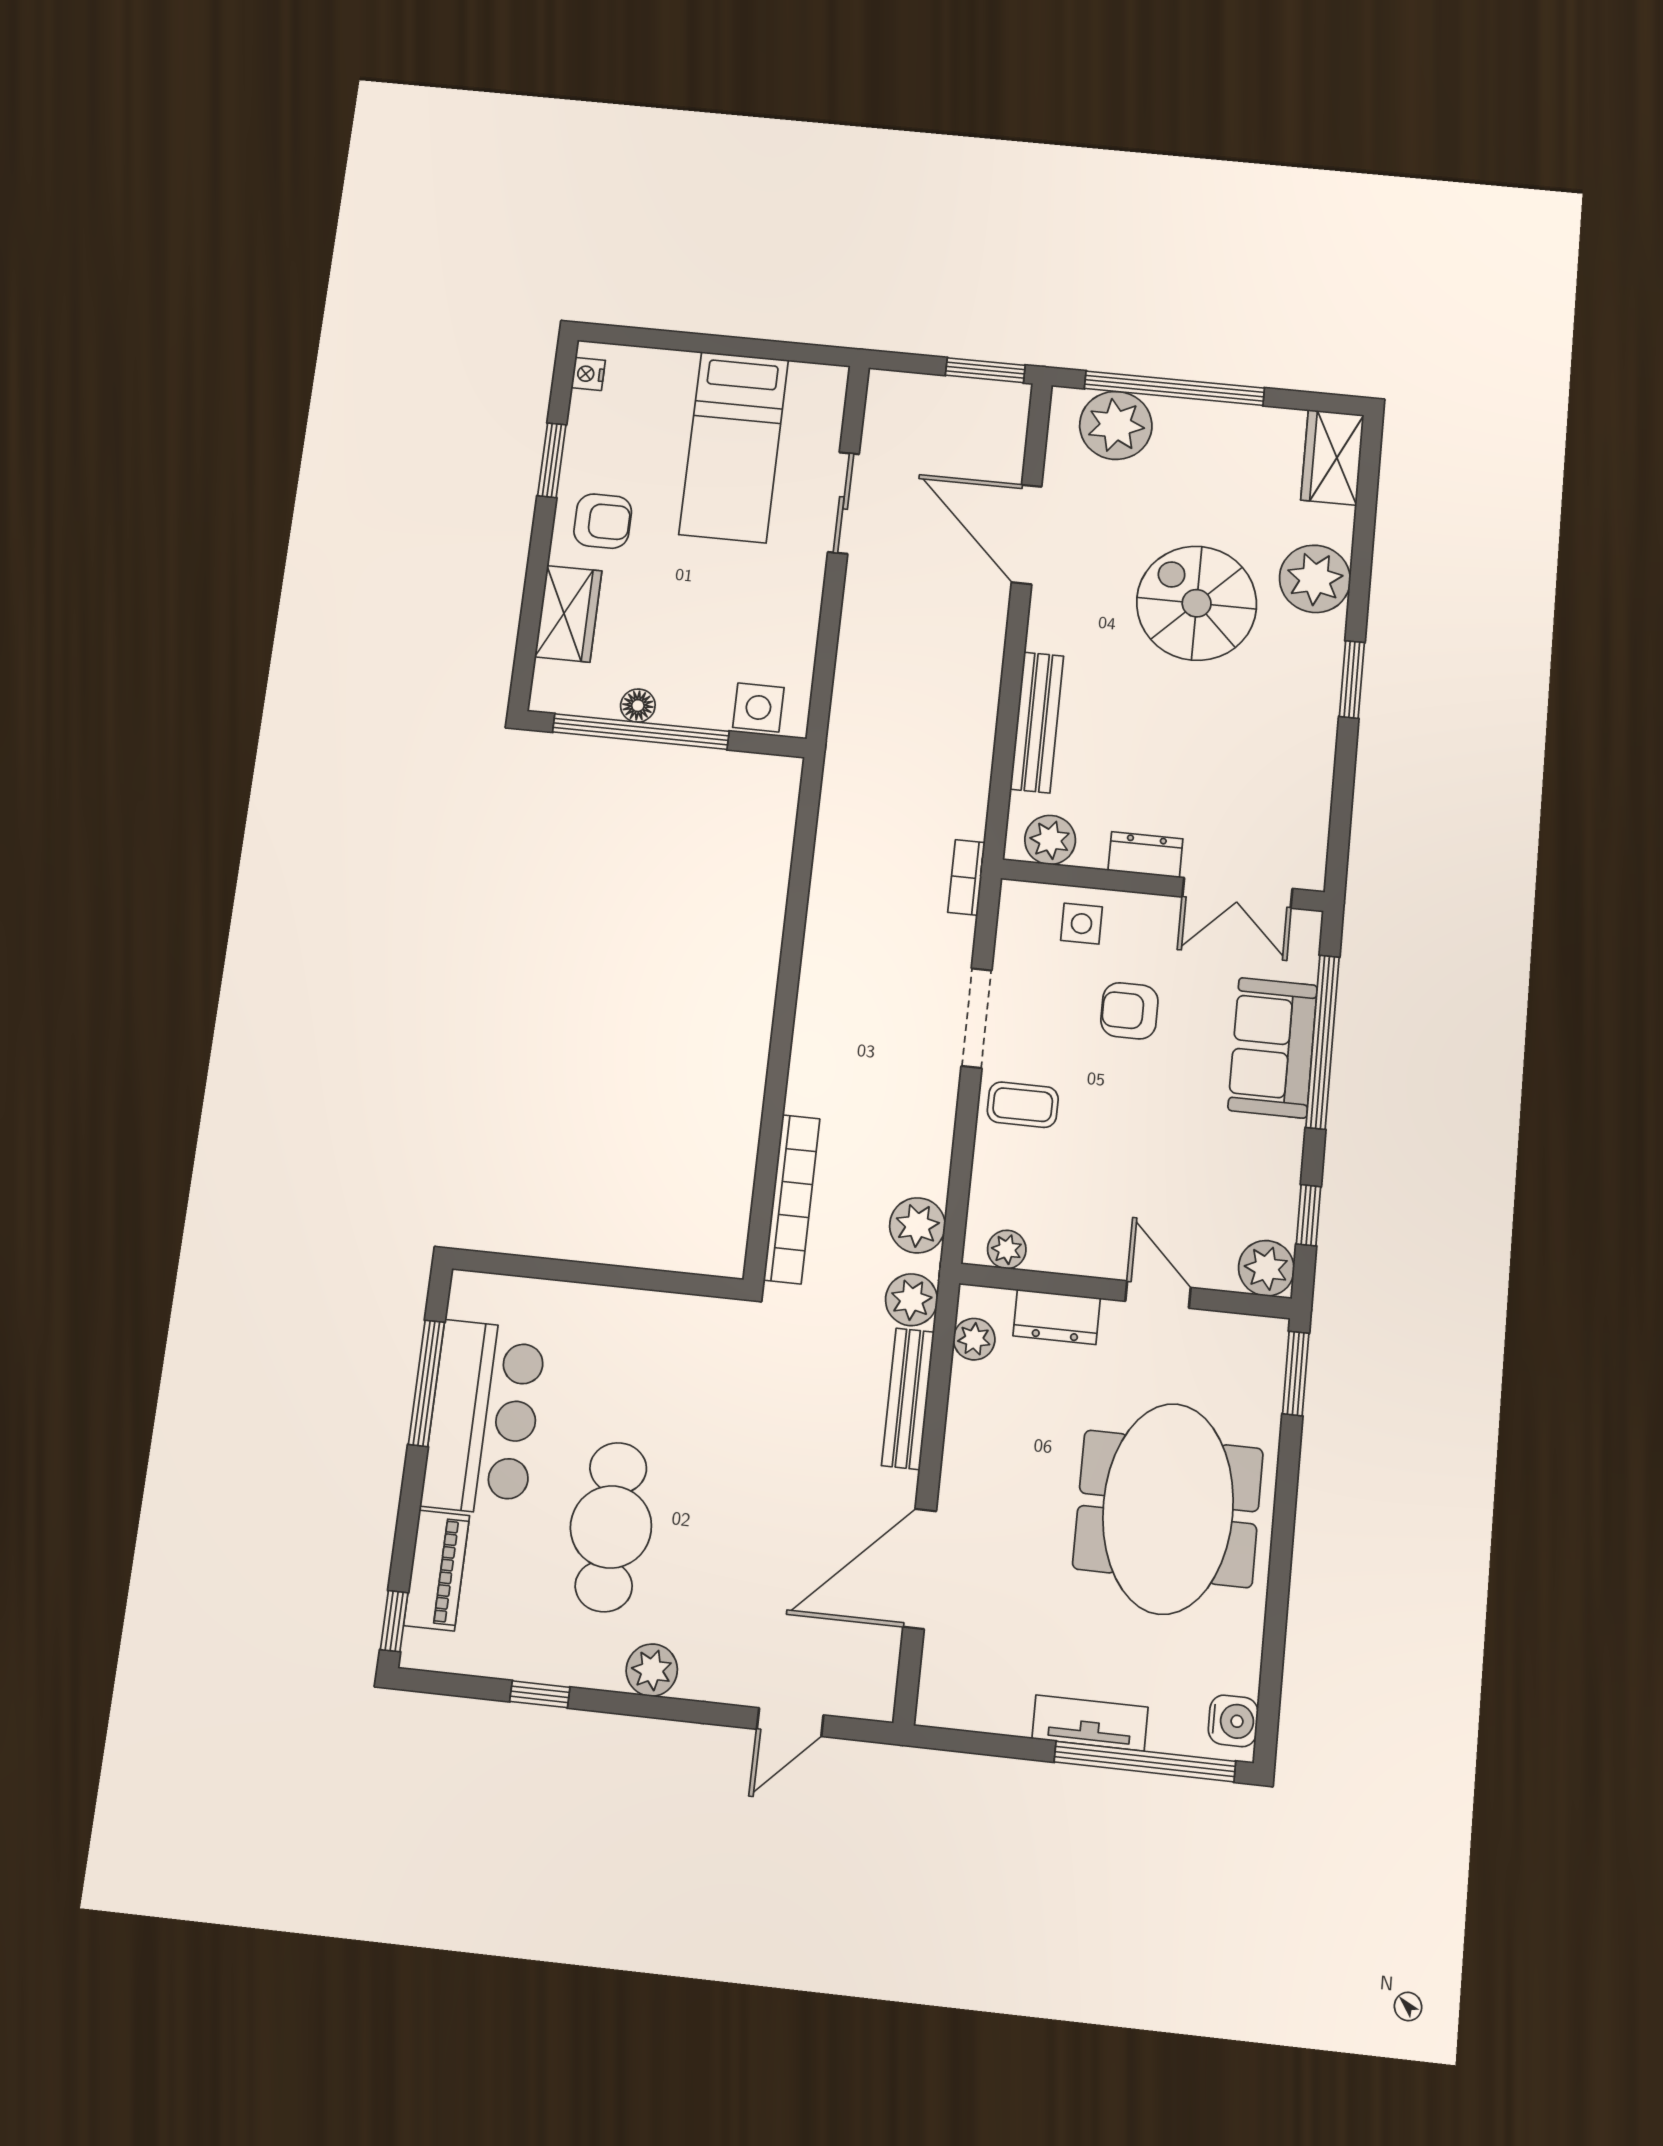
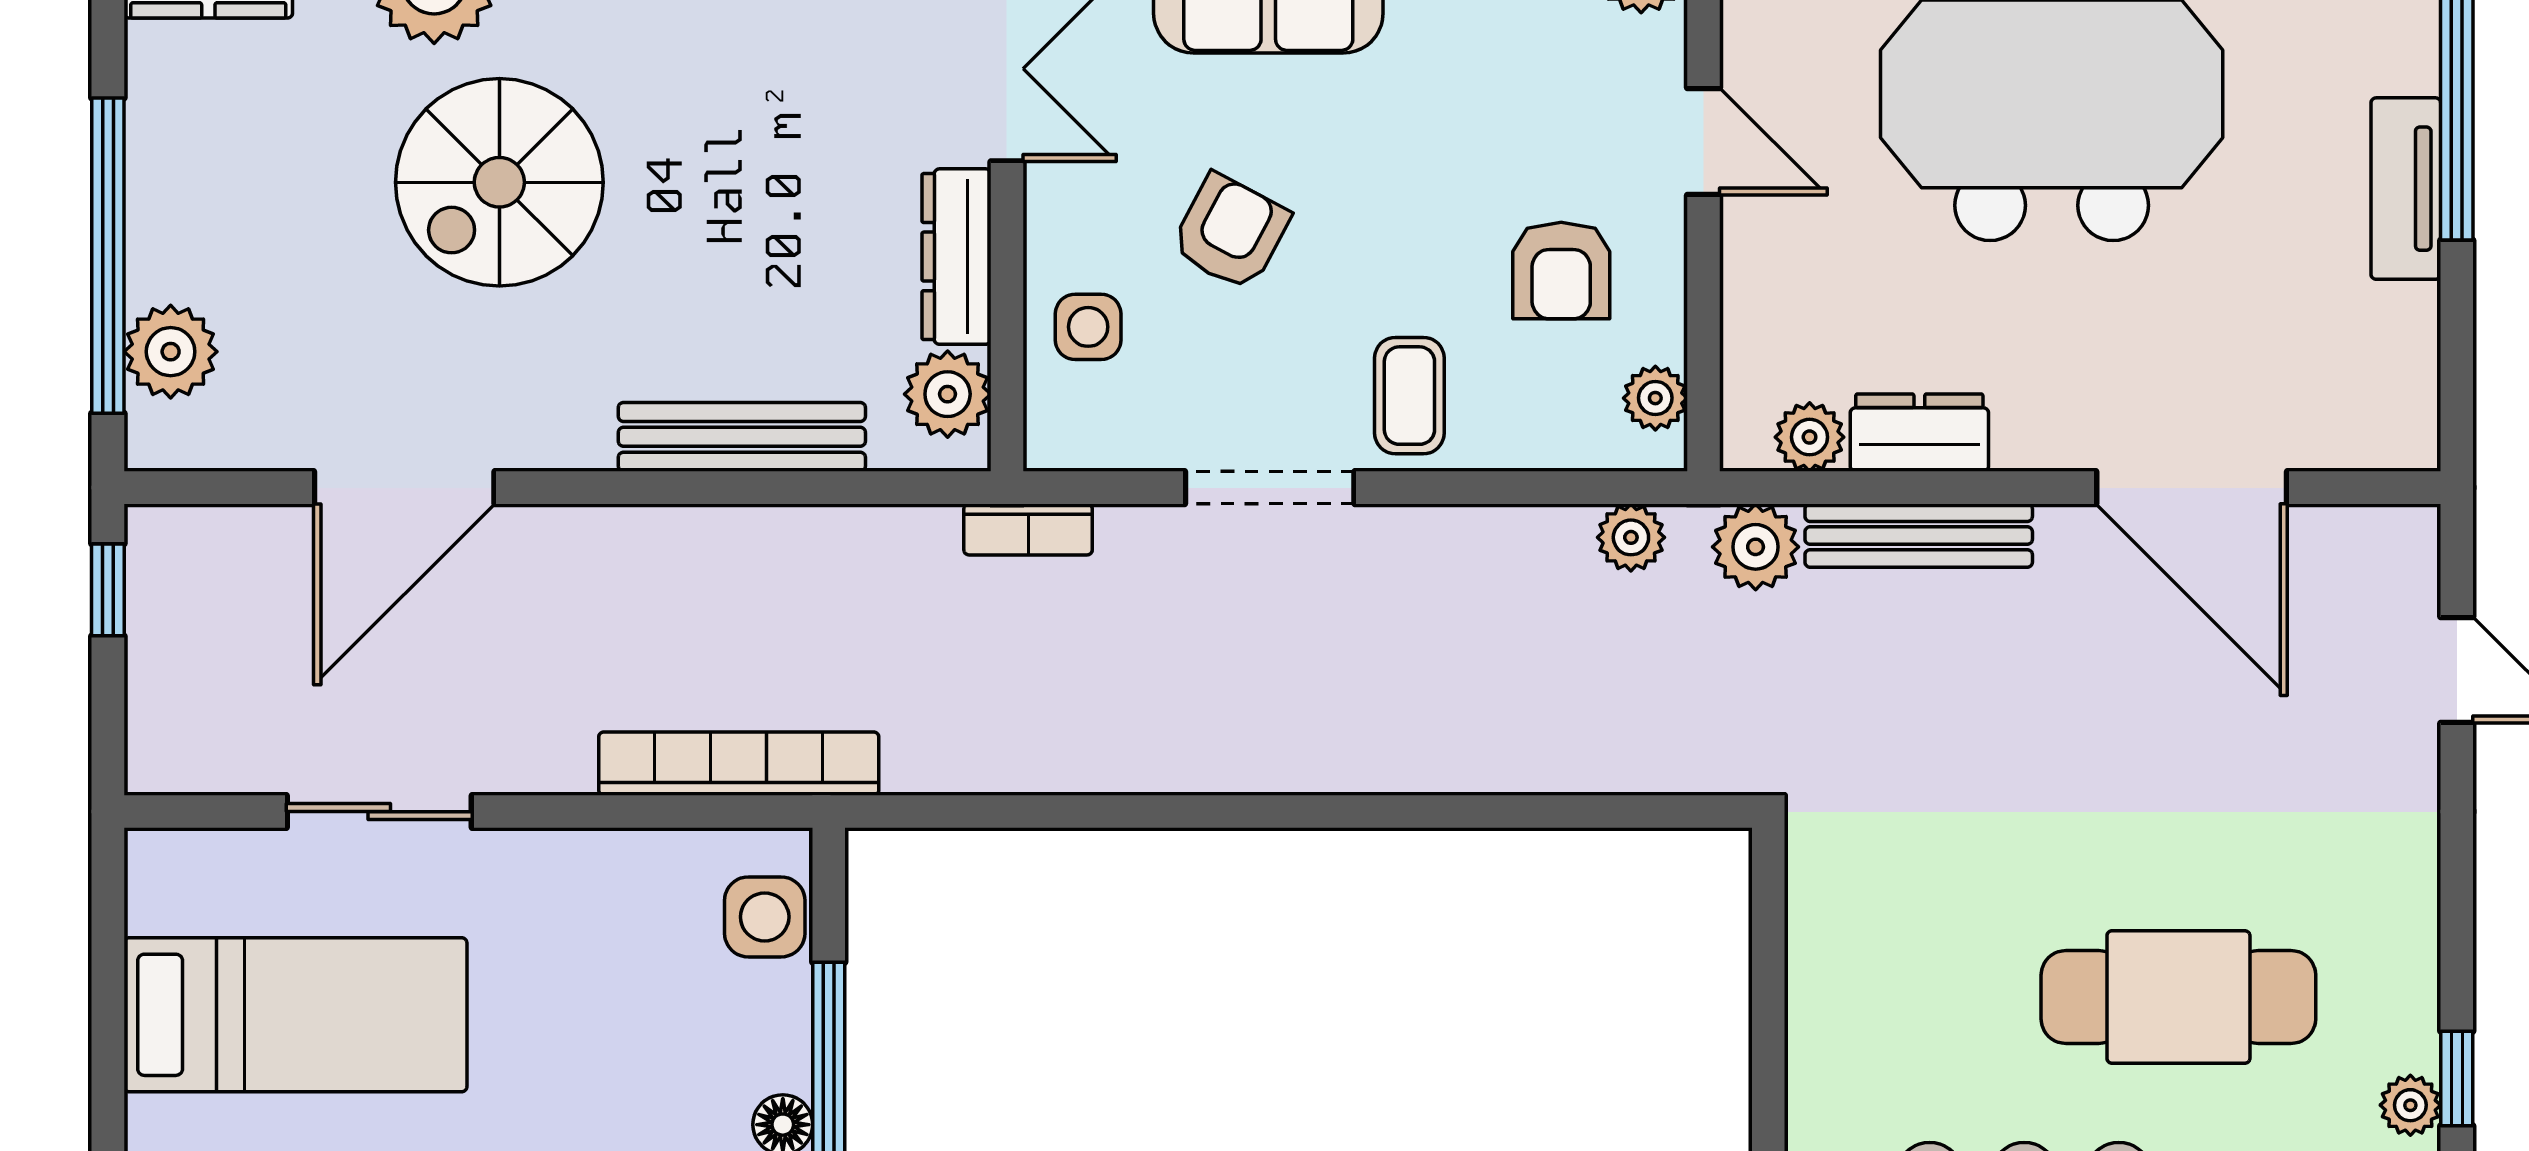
window: (985, 370) -> (108, 590), width x0.67
plant: (1116, 425) -> (171, 352), width x0.73, depth x0.73
dresser: (1145, 855) -> (956, 257), width x1.44
armchair: (1129, 1011) -> (1230, 232), turned -152
bookcase: (792, 1199) -> (739, 764), moved
armchair: (1088, 1202) -> (1561, 271), added
plant: (917, 1225) -> (1631, 537), width x0.73, depth x0.73
door: (1158, 1294) -> (1704, 141), swing flipped
dresser: (1057, 1317) -> (1919, 433), moved, turned -90
plant: (652, 1670) -> (2410, 1105), moved, width x0.73, depth x0.73

